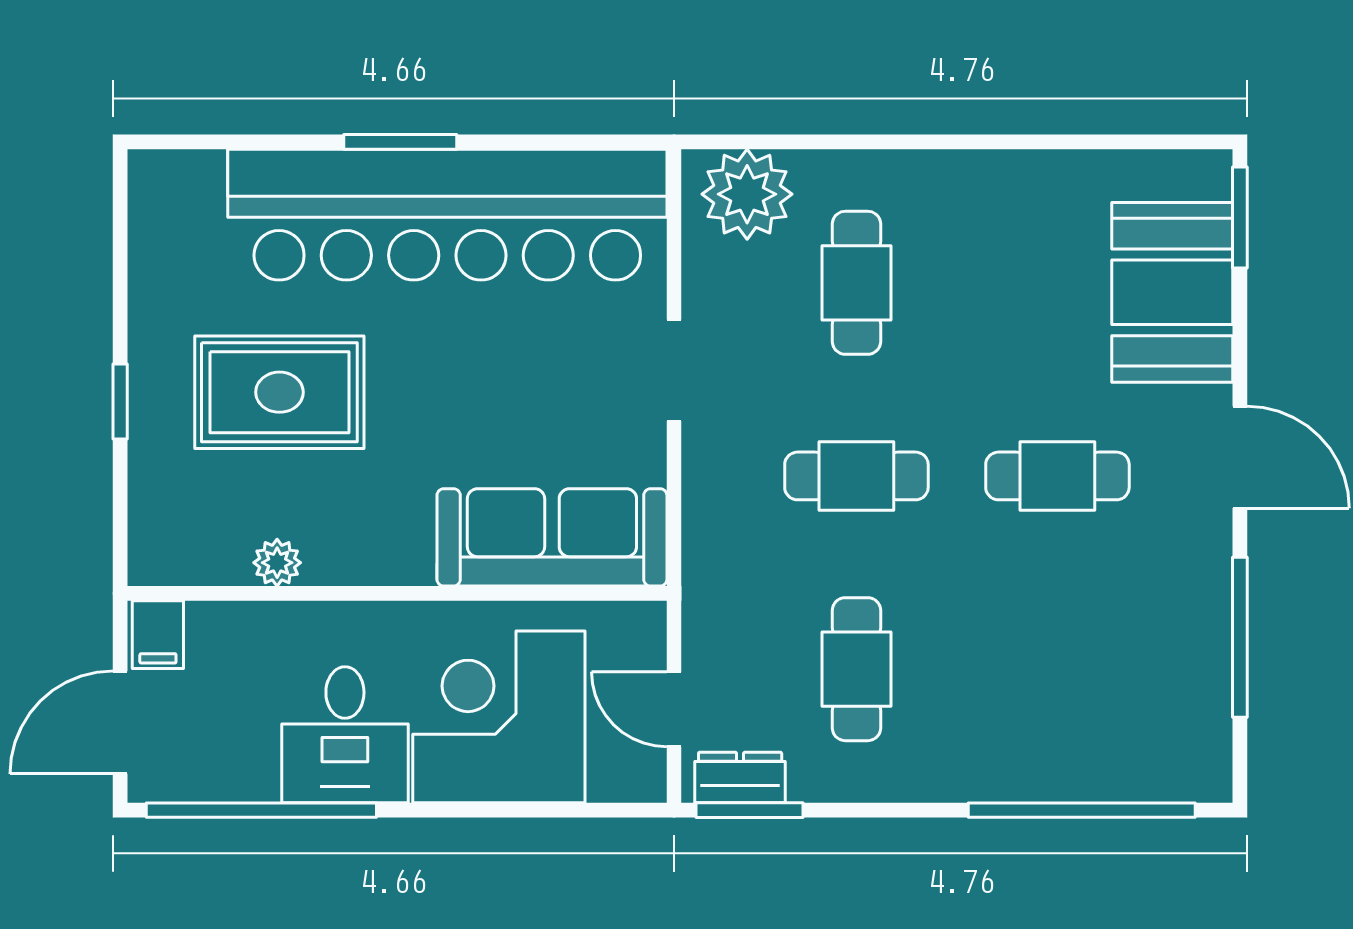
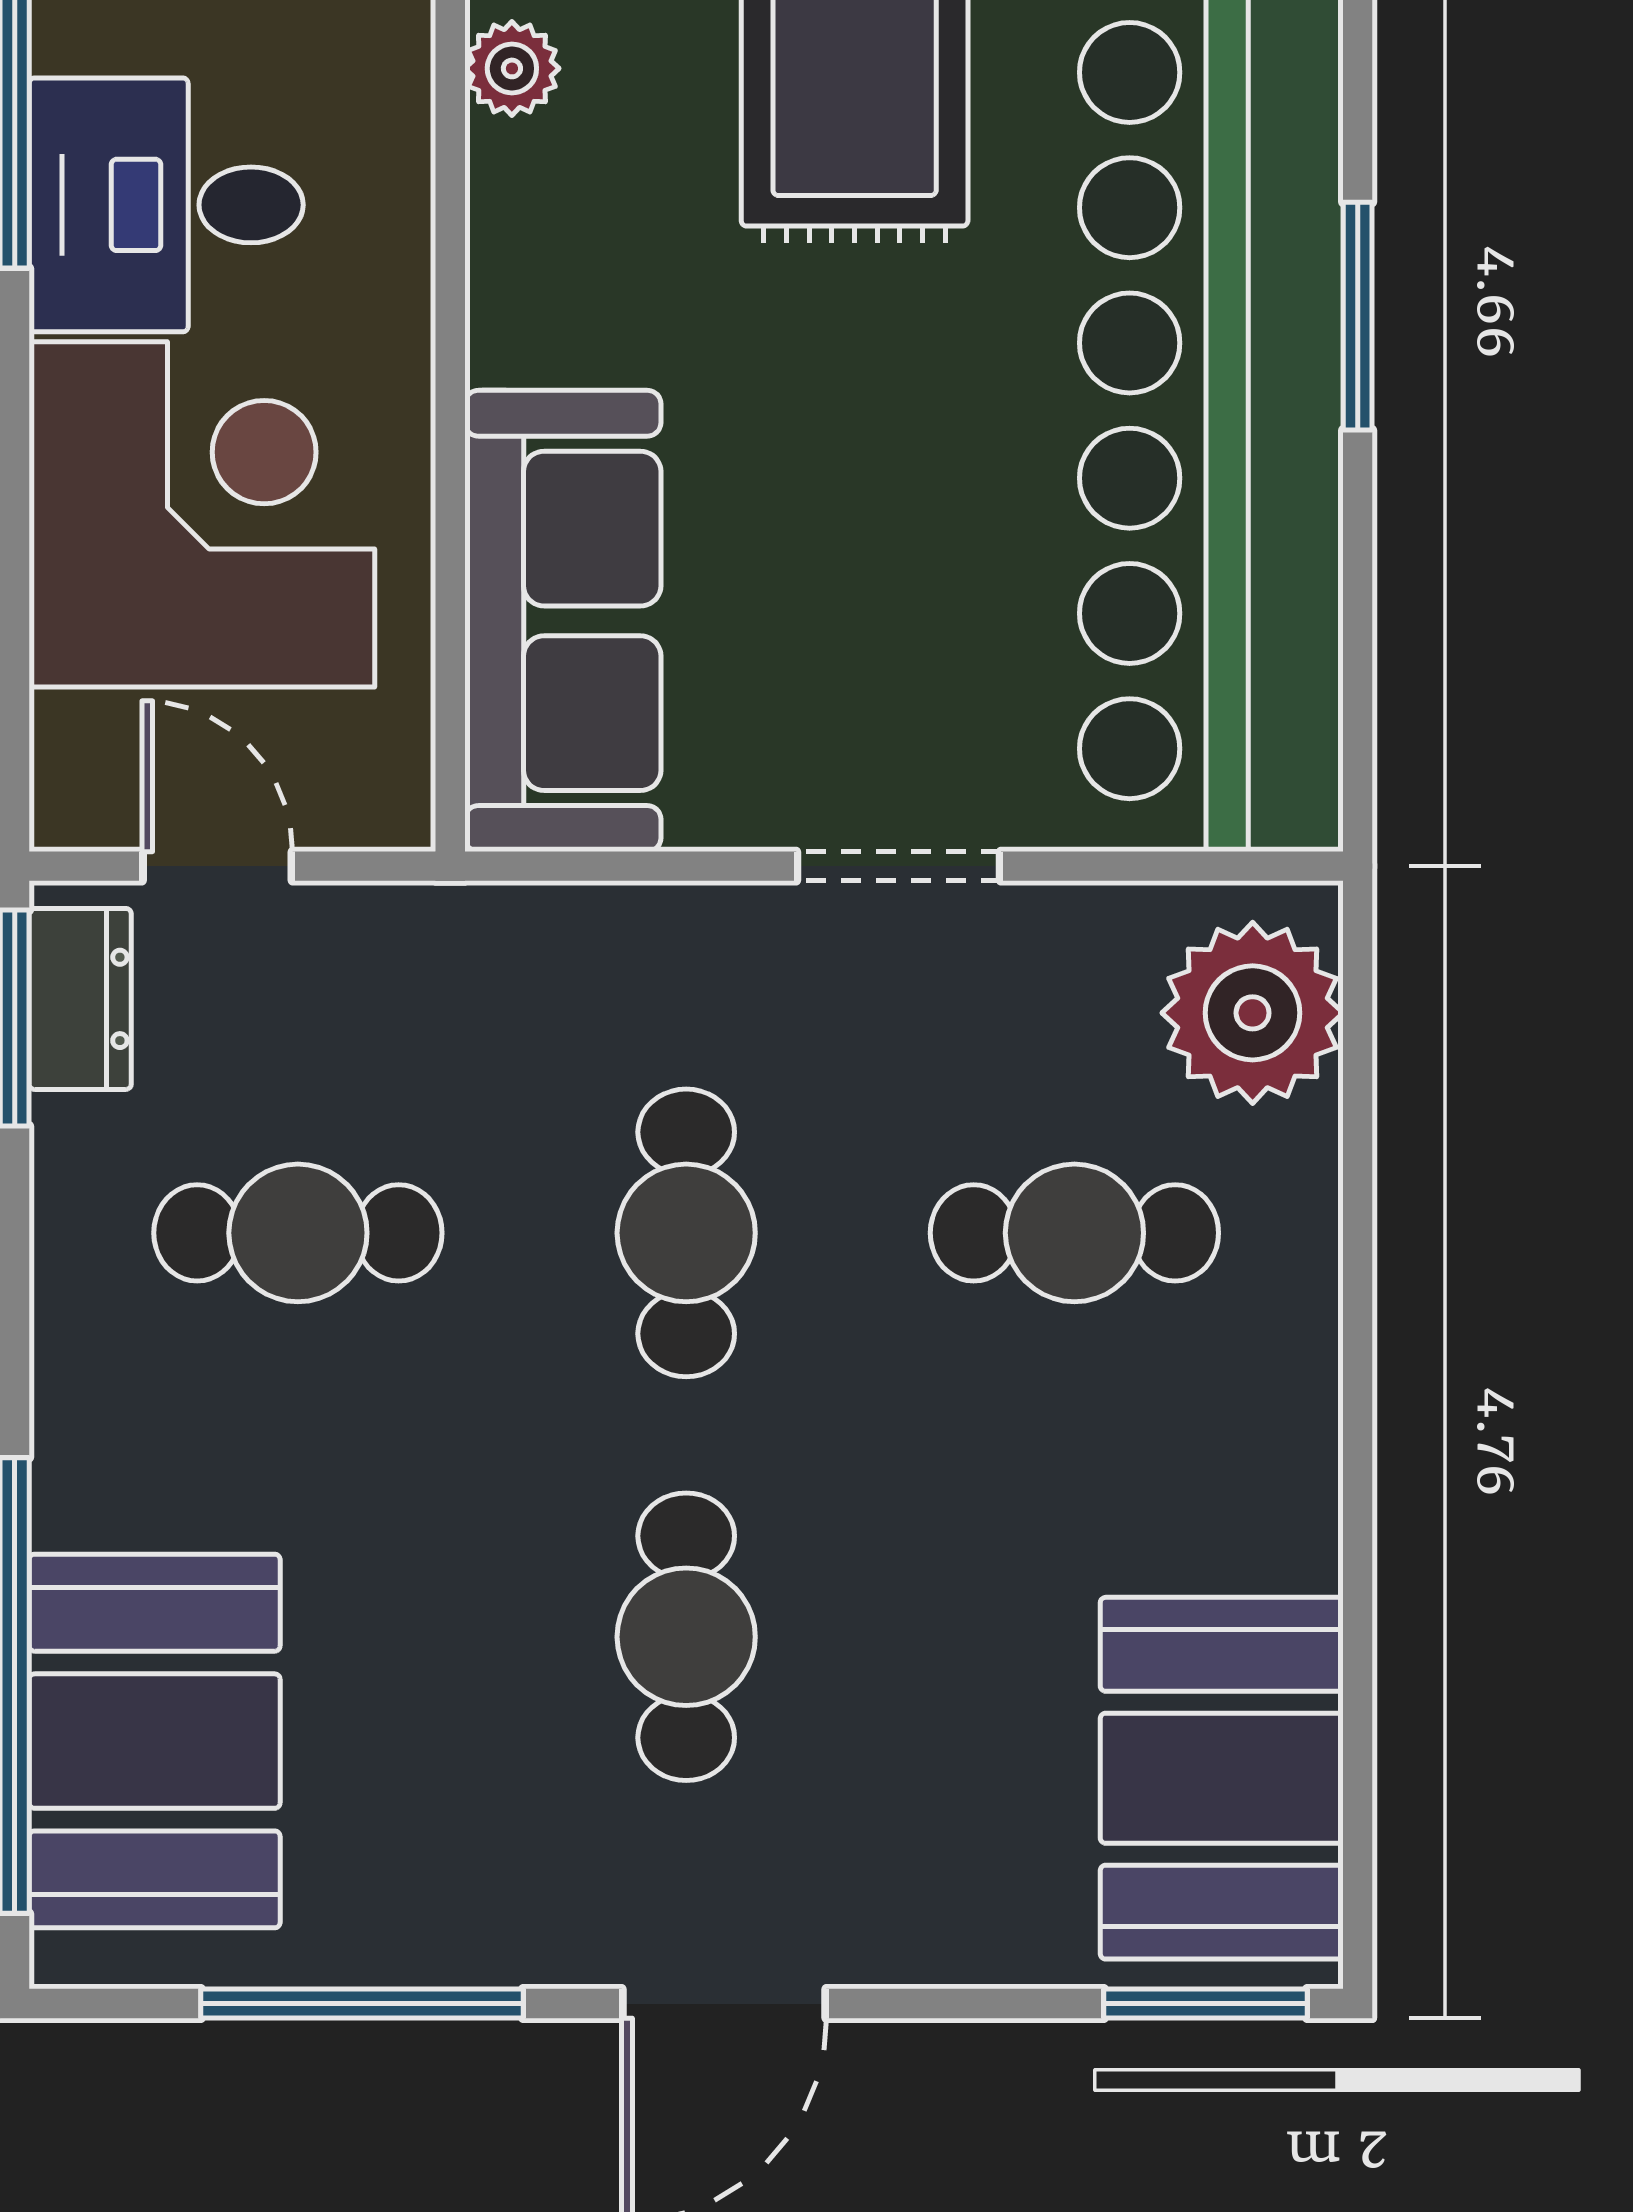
booth: (1172, 292) -> (1222, 1778), moved, turned 90
door: (674, 709) -> (217, 866), hinge flipped
booth: (1109, 740) -> (155, 1741), added

